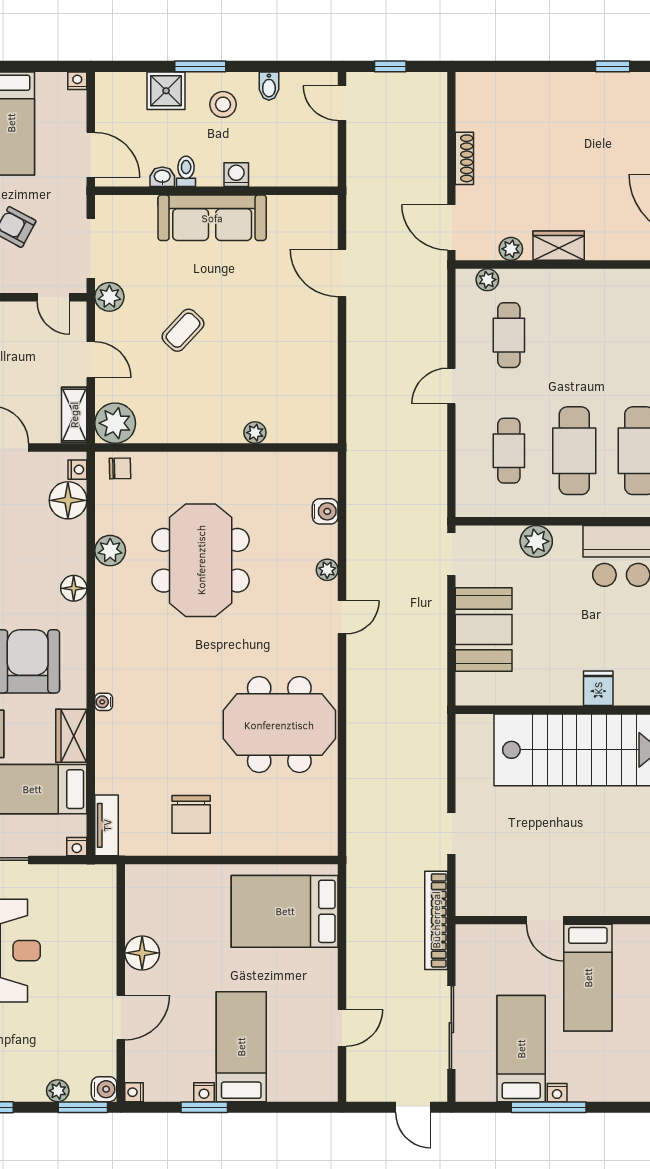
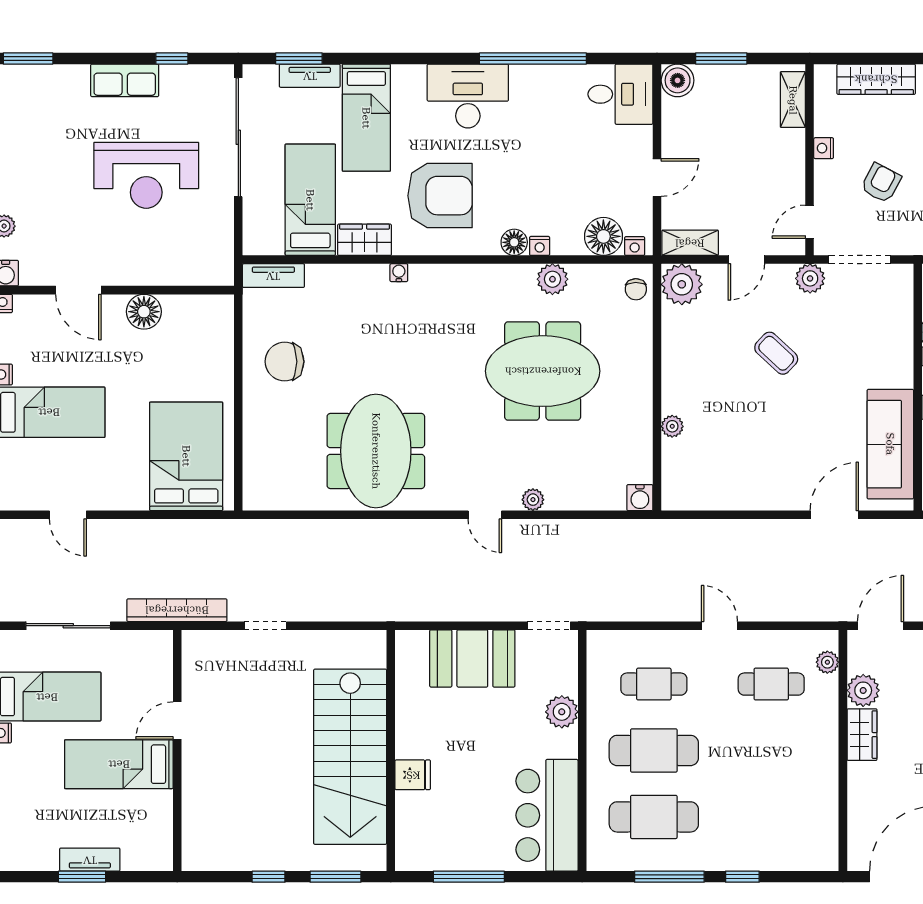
sofa: (212, 218) -> (890, 444), moved
plant: (511, 249) -> (863, 690), width x1.38, depth x1.38
water cooler: (325, 511) -> (640, 498), moved
nightstand: (77, 847) -> (540, 246), moved, turned -90

